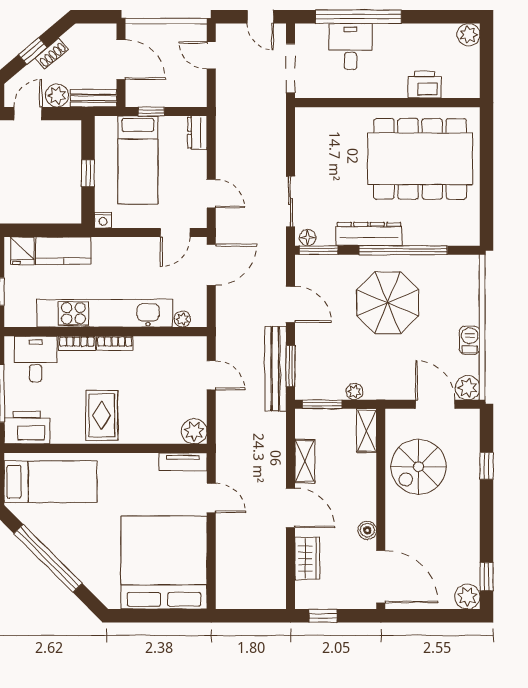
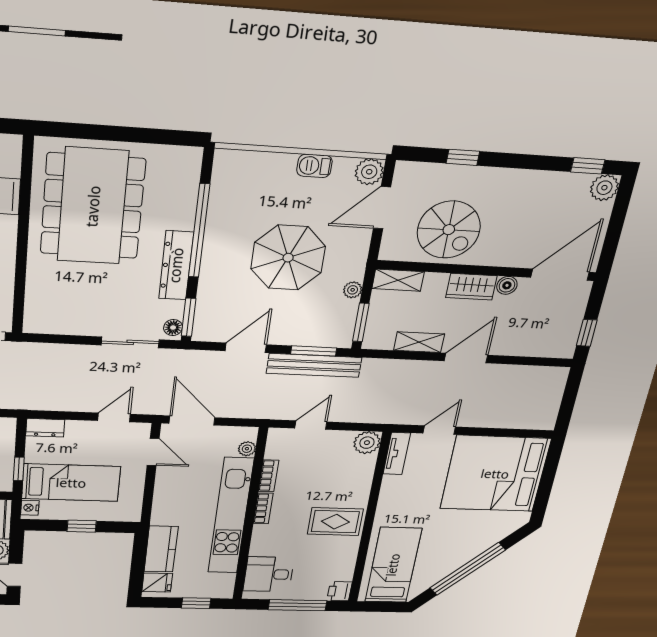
nightstand: (103, 220) -> (30, 508), moved, turned 180
parasol: (388, 303) -> (288, 258), moved
bookcase: (77, 343) -> (269, 476), moved
printer: (27, 428) -> (340, 591), width x0.53, depth x0.68
wardrobe: (307, 558) -> (471, 287), moved, turned 180

